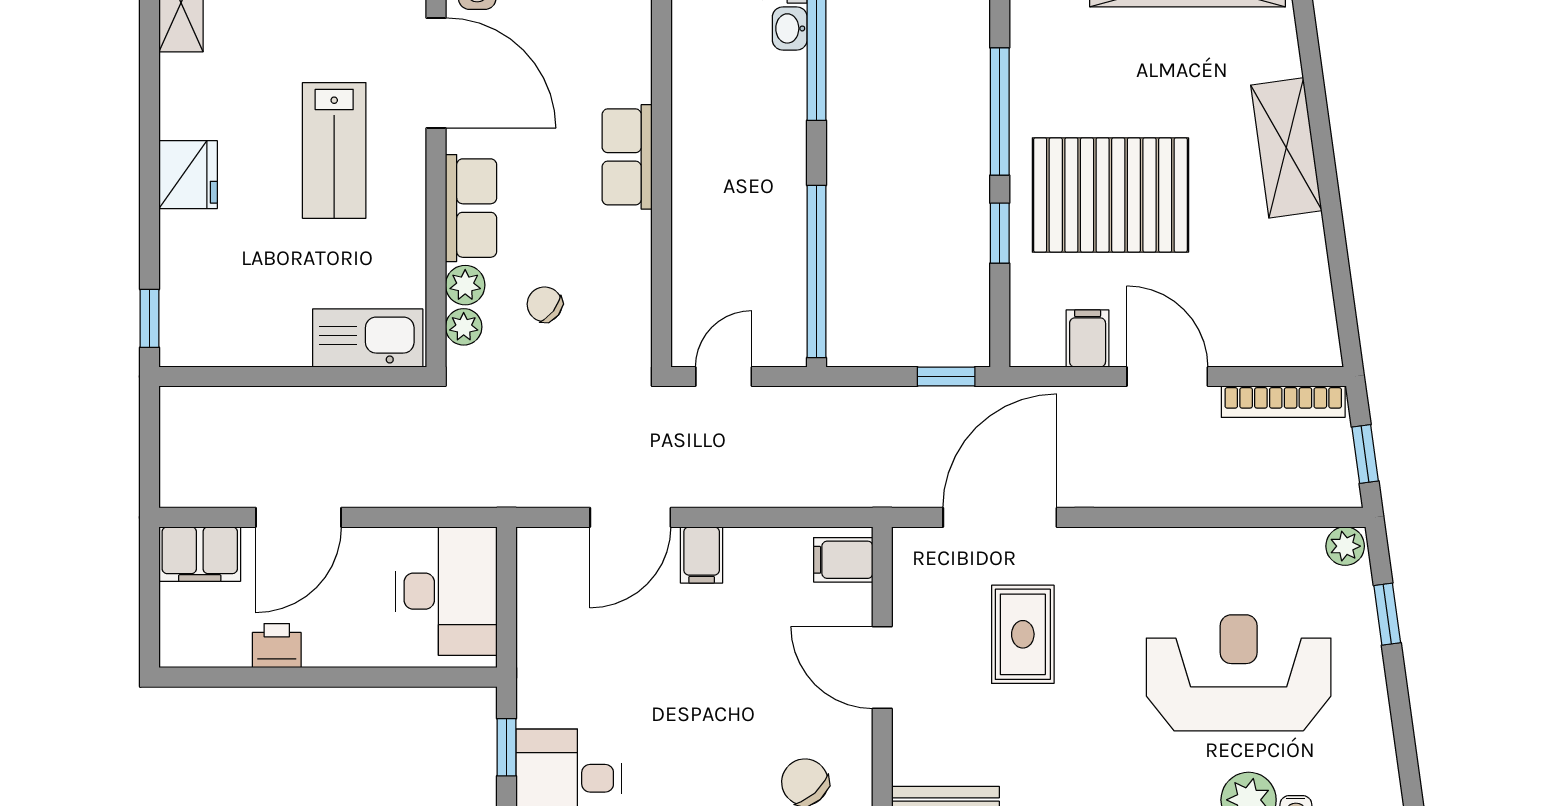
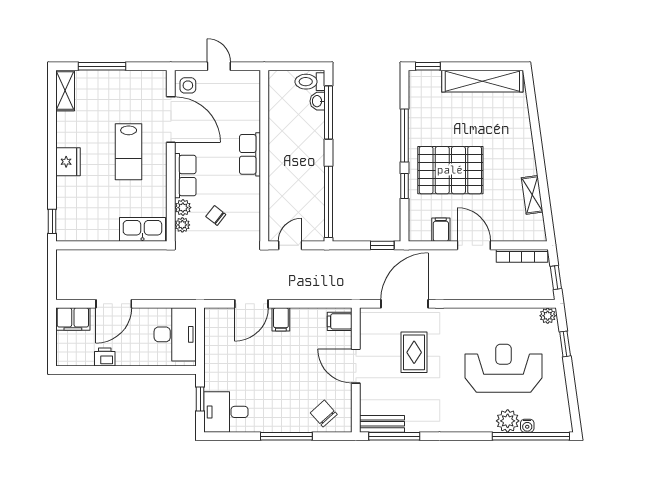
shelving: (1286, 148) -> (532, 195), moved, width x0.67, depth x0.75

